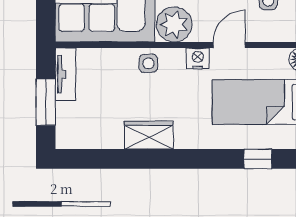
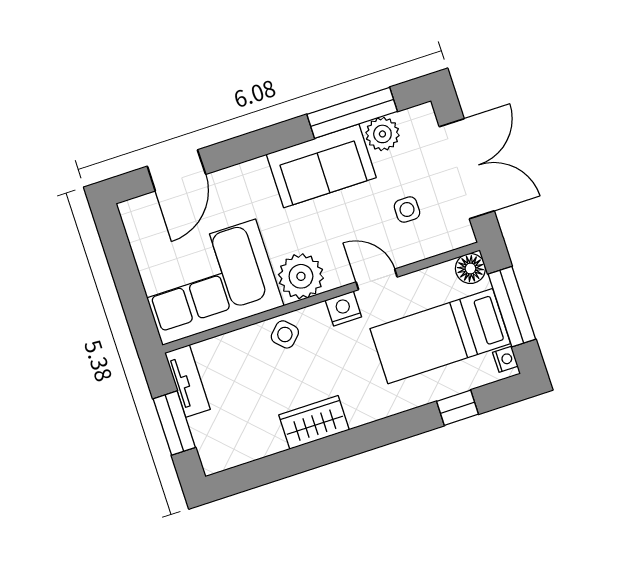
door: (229, 45) -> (377, 279), hinge flipped
side table: (148, 63) -> (285, 334), turned 45

